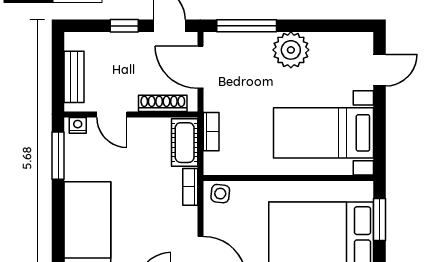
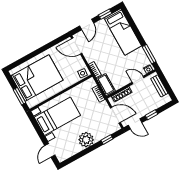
window: (247, 26) -> (107, 140), width x0.46

